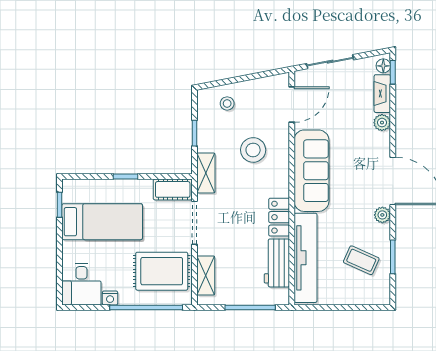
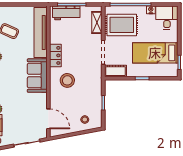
door: (292, 105) -> (48, 119), swing flipped
stool: (253, 150) -> (67, 80), moved
sofa: (311, 171) -> (37, 76), width x0.73
shelving: (206, 173) -> (97, 80), removed
workbench: (277, 263) -> (66, 13), moved, turned 90

